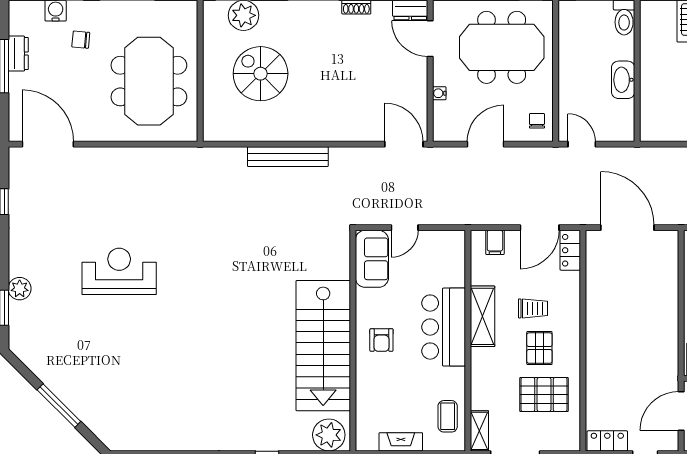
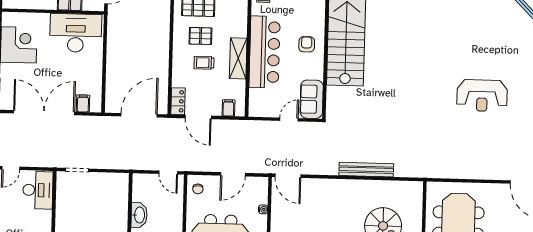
door: (540, 228) -> (198, 117), swing flipped
door: (627, 228) -> (139, 115), swing flipped
bar counter: (444, 327) -> (265, 52), width x1.36
pallet: (539, 348) -> (200, 36), turned 90

